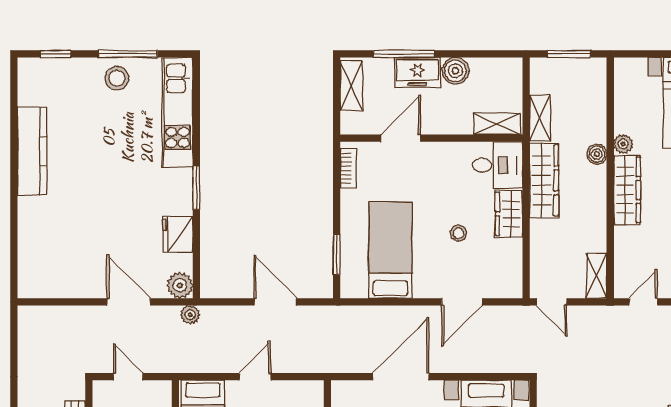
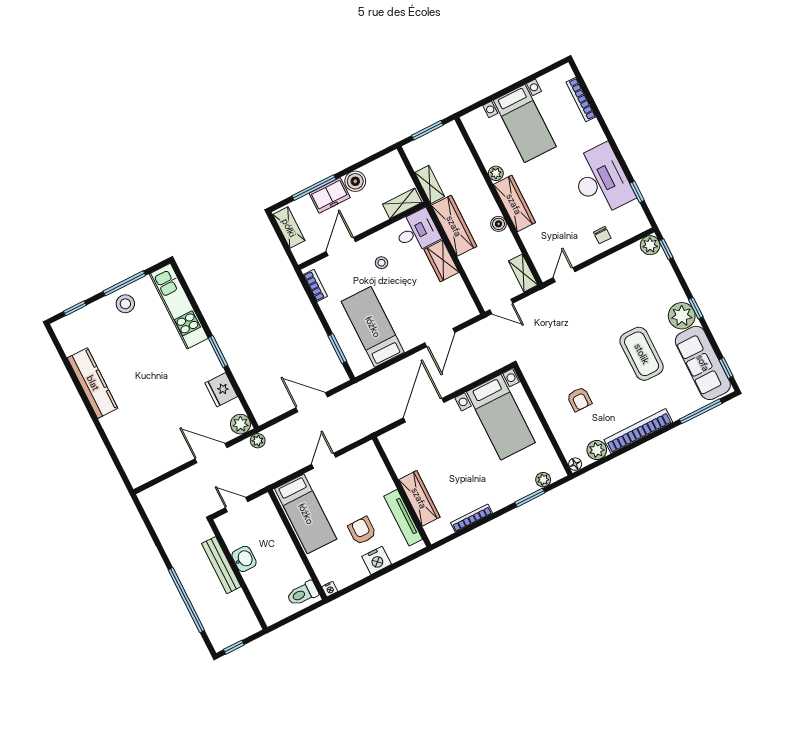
boiler: (597, 154) -> (499, 224), moved
stool: (458, 233) -> (381, 263), moved

